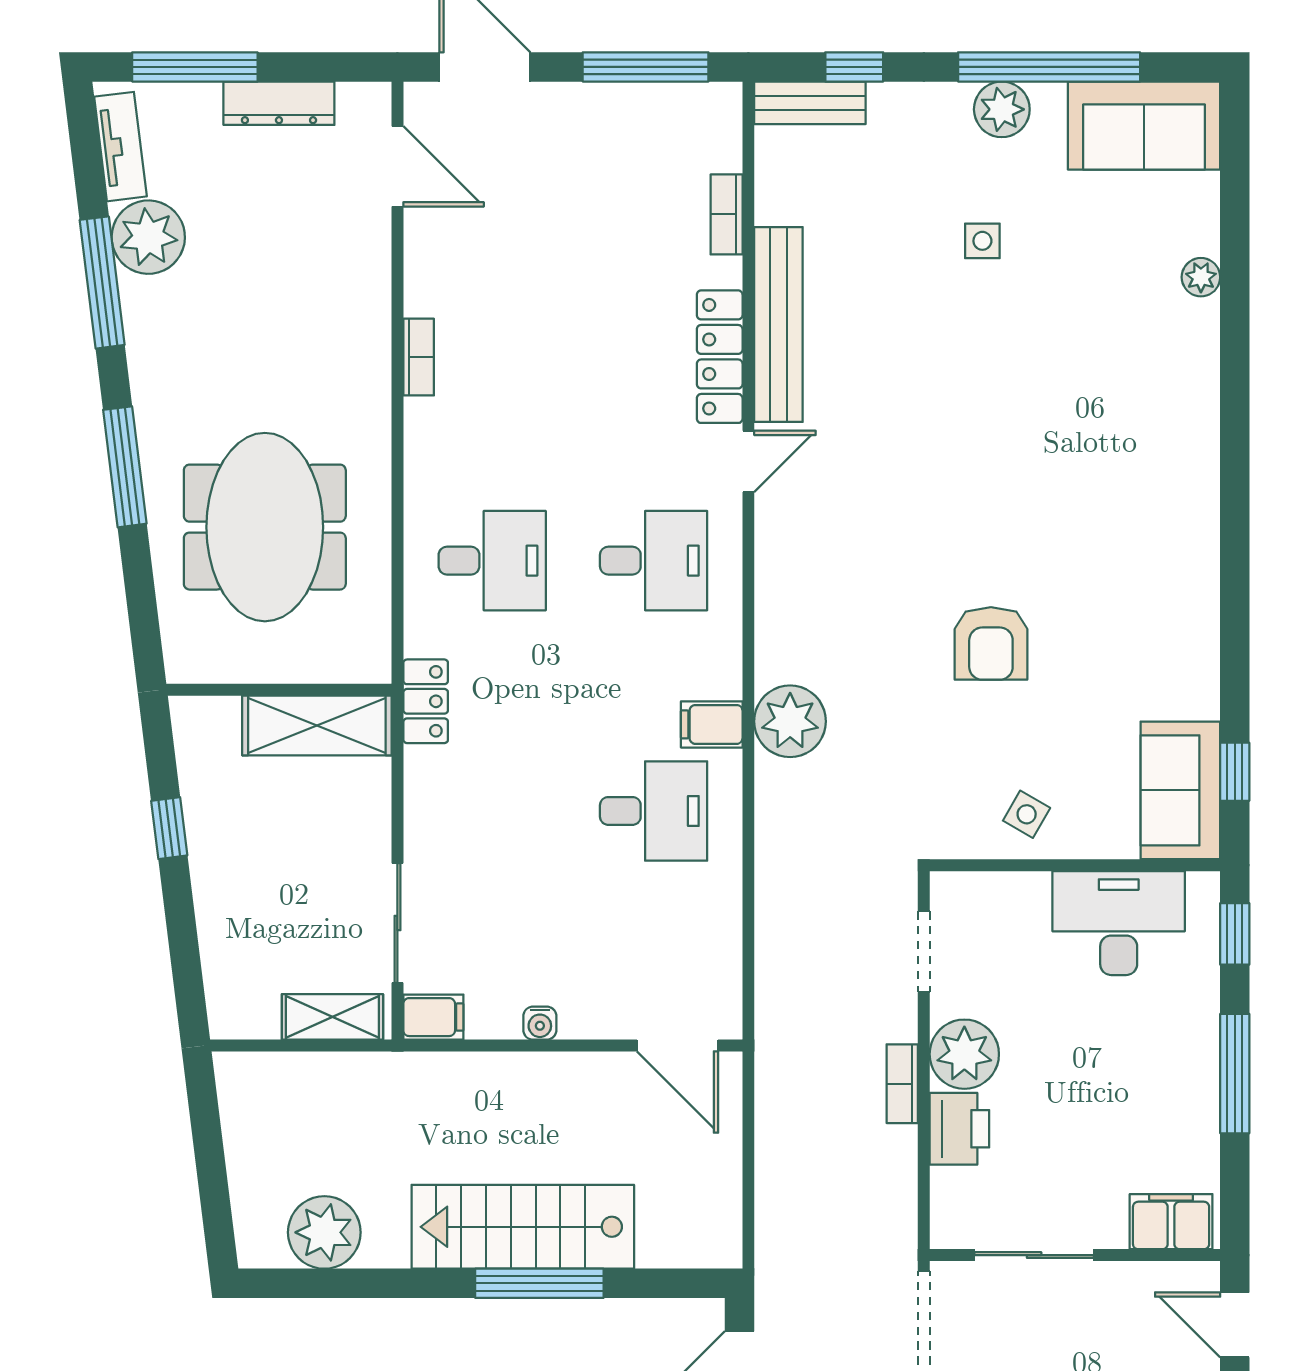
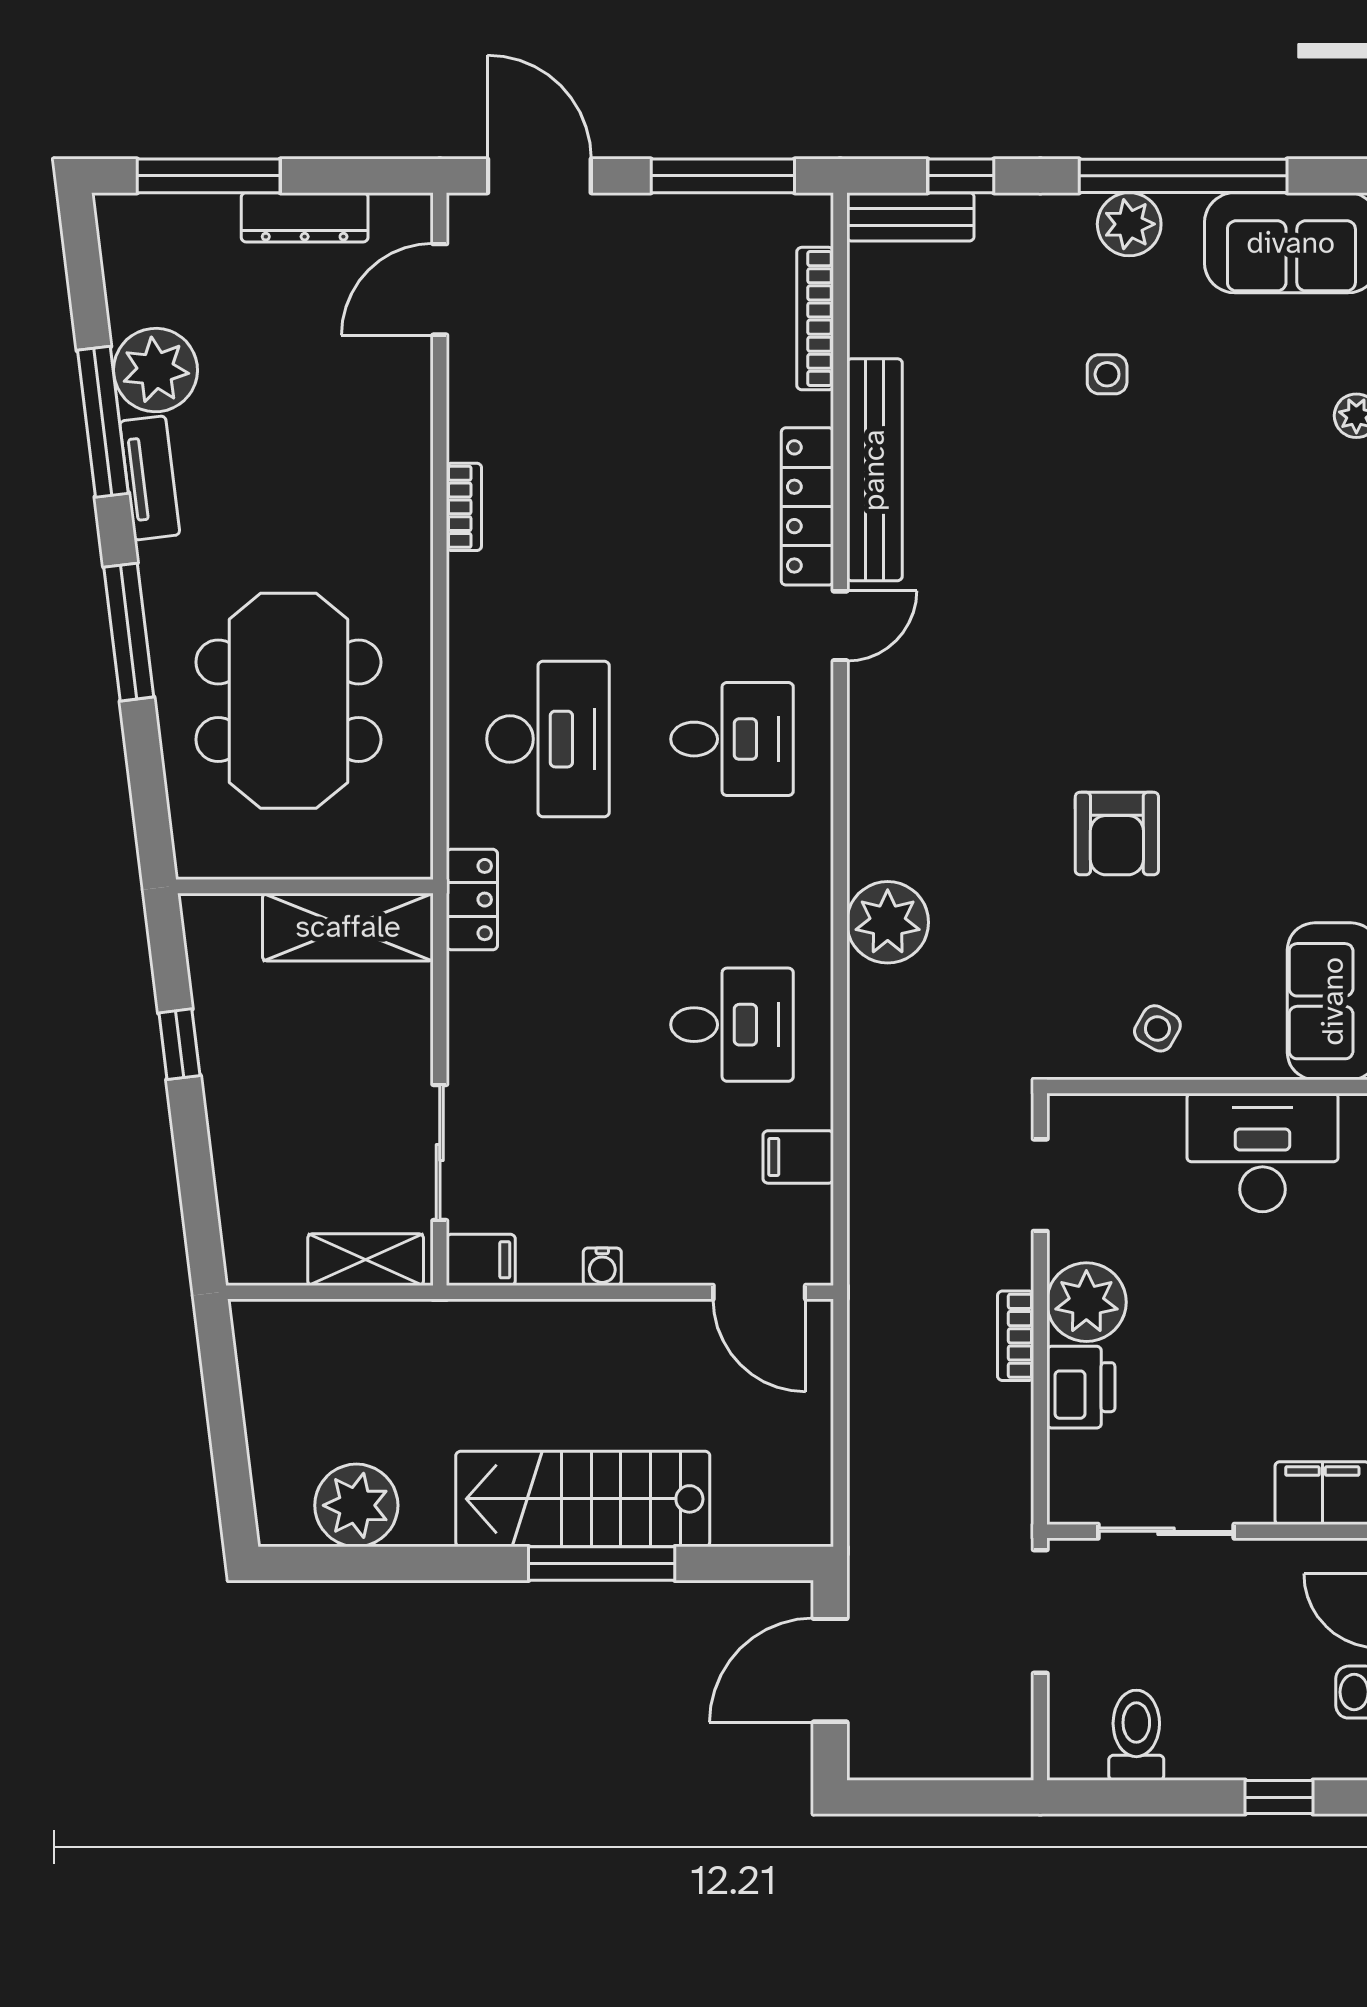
tv unit: (120, 147) -> (150, 478), moved
door: (397, 166) -> (440, 289), swing flipped
bookcase: (727, 214) -> (815, 319), width x1.56
desk: (492, 561) -> (548, 739), width x1.37
filing cabinet: (712, 724) -> (798, 1157), moved

